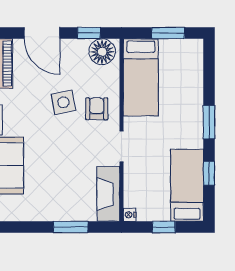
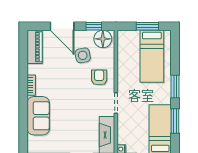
bed: (141, 77) -> (152, 56), moved
side table: (63, 102) -> (83, 55), moved
window: (209, 173) -> (175, 121), width x1.50

